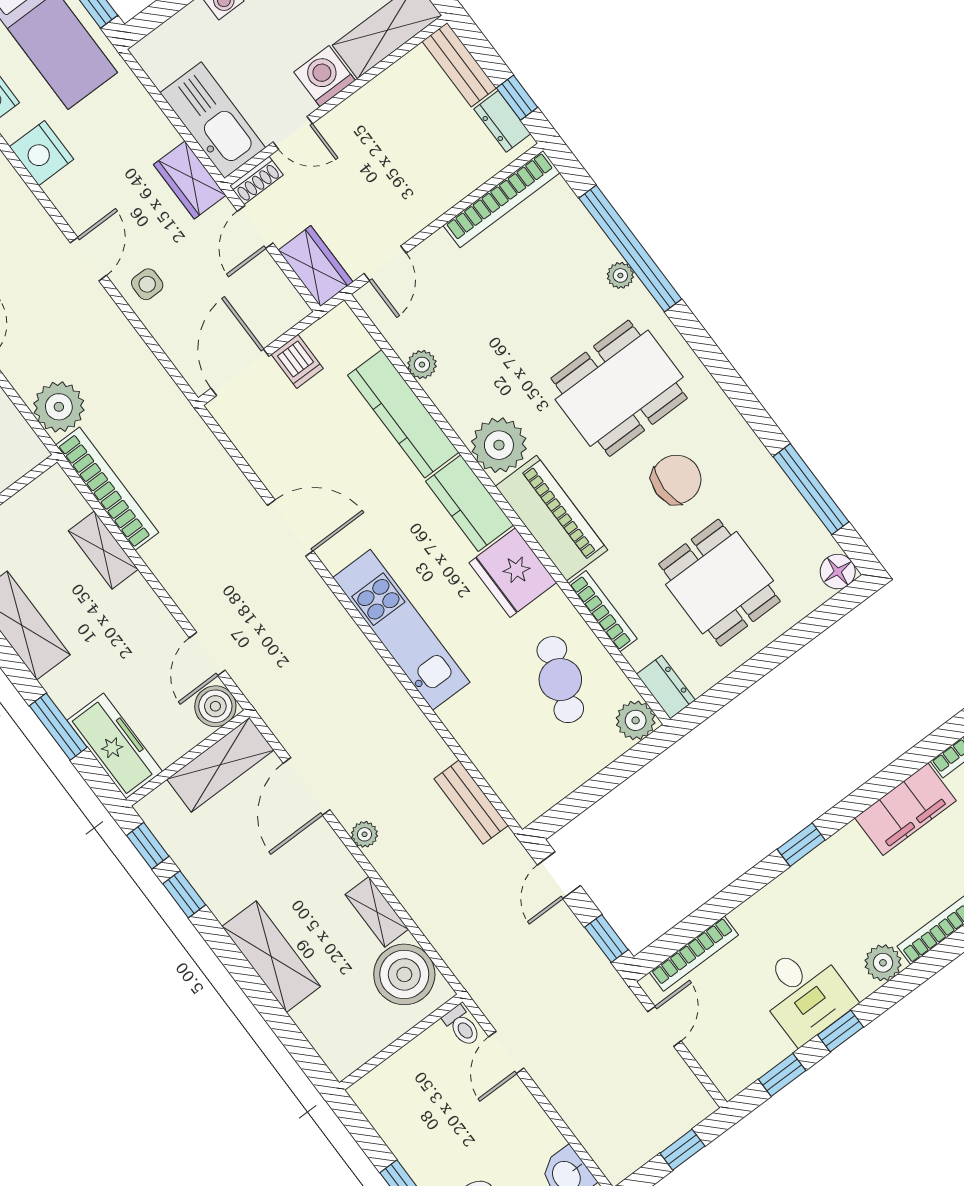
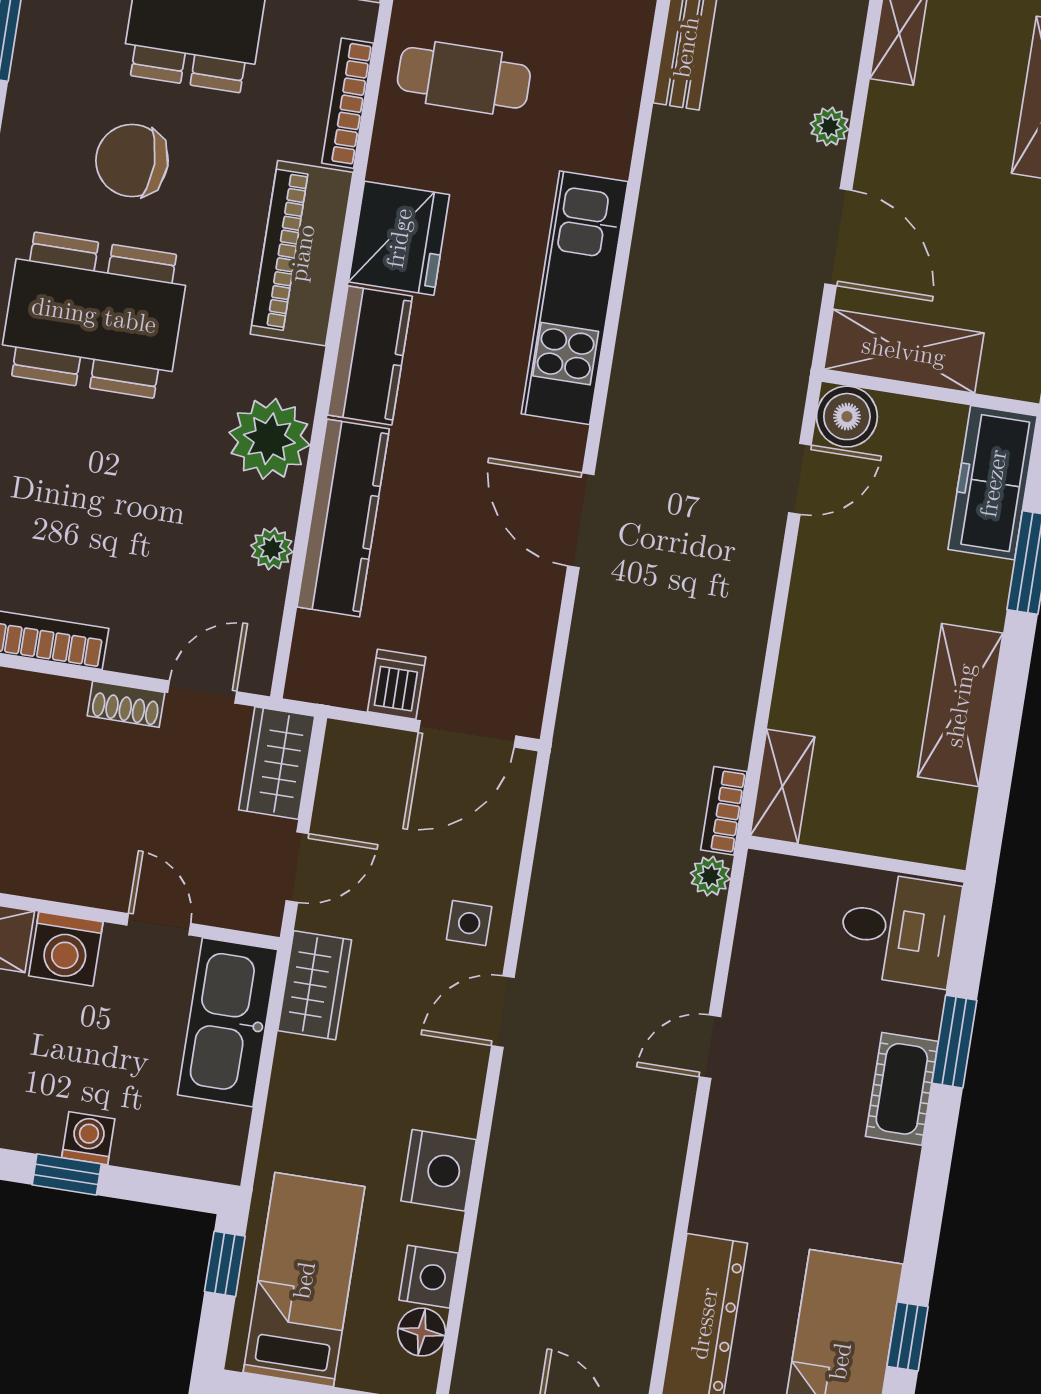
shoe rack: (256, 180) -> (126, 704), moved, turned 180
plant: (59, 407) -> (710, 876), width x0.53, depth x0.53
plant: (499, 445) -> (269, 439), moved
bookcase: (107, 489) -> (724, 811), width x0.43, depth x0.76
shelving: (103, 550) -> (782, 786), moved
cafe table: (560, 680) -> (464, 78), turned 69
door: (307, 786) -> (838, 237), hinge flipped

